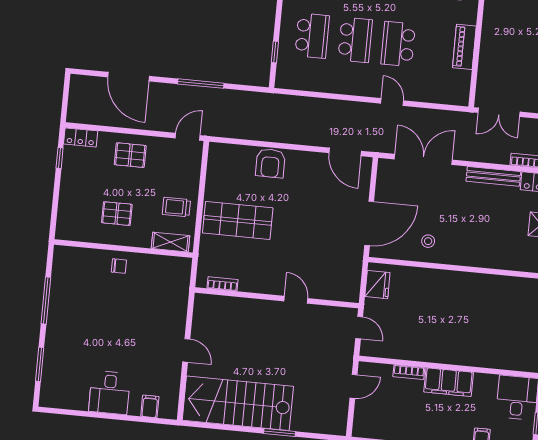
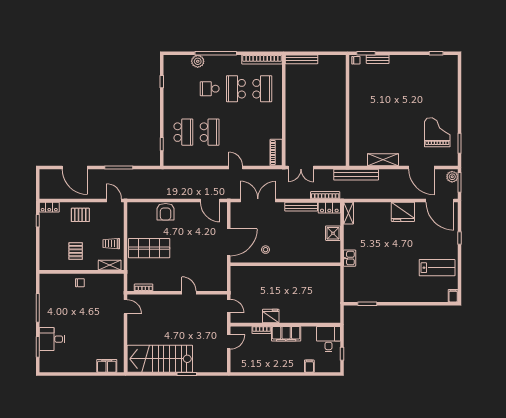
school desk: (398, 44) -> (236, 132), removed
piano: (464, 47) -> (276, 153), moved
door: (188, 137) -> (114, 200), hinge flipped
pallet: (117, 214) -> (76, 251), turned 90
fridge: (377, 285) -> (271, 316), moved, turned -90
door: (186, 350) -> (126, 307), moved
desk: (110, 393) -> (52, 339), moved, turned 90
filing cabinet: (150, 406) -> (107, 366), width x2.00

